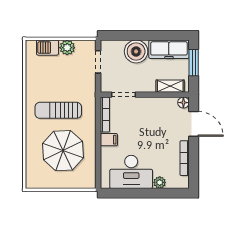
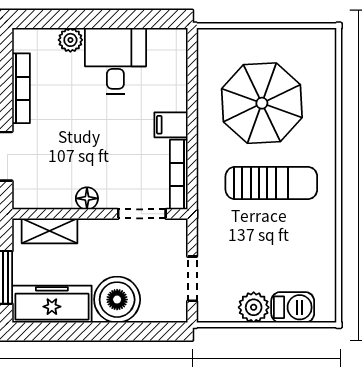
floor lamp: (183, 103) -> (87, 198), moved
desk: (131, 172) -> (115, 61), width x0.73

